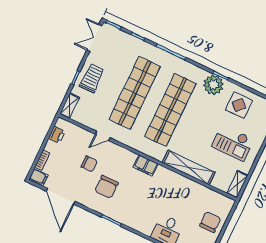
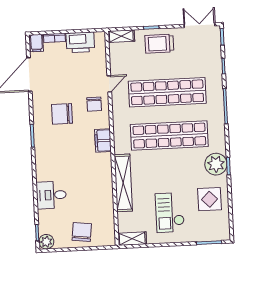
trolley: (92, 78) -> (159, 44), turned 180
printer: (57, 135) -> (80, 42), width x1.87, depth x1.48
door: (103, 136) -> (109, 84), swing flipped
chair: (89, 164) -> (94, 104), moved
chair: (210, 222) -> (82, 232), turned -83

